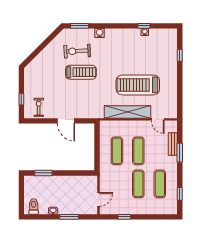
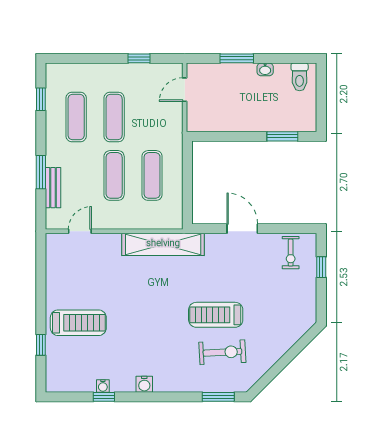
water cooler: (100, 33) -> (144, 384), moved
treadmill: (138, 85) -> (78, 323), moved, width x0.73, depth x0.73
shelving: (127, 112) -> (163, 244), moved
door: (158, 119) -> (80, 231), hinge flipped

